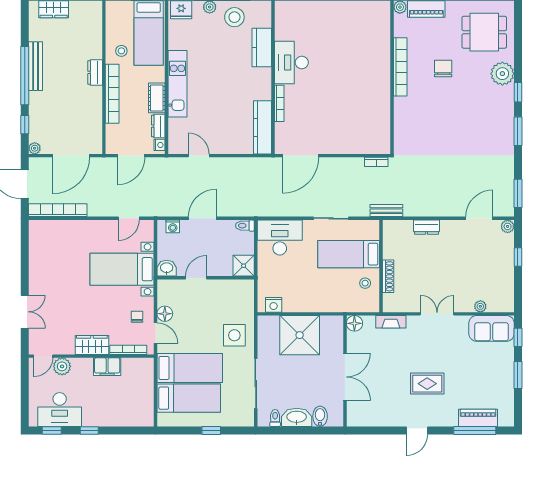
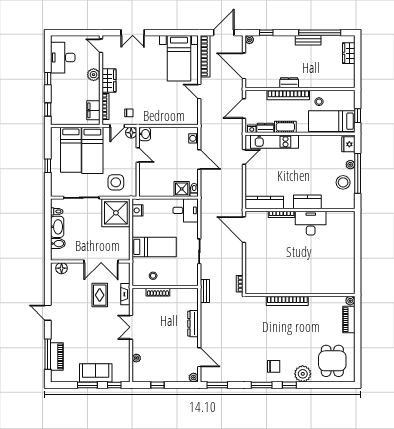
kitchen counter: (262, 48) -> (307, 202), moved
bench: (36, 66) -> (308, 40), width x0.73
bookcase: (400, 67) -> (287, 301), moved
chair: (443, 68) -> (274, 366), moved
dresser: (95, 72) -> (289, 83), moved
window: (25, 76) -> (320, 33), moved
kitchen unit: (177, 84) -> (274, 142), moved
door: (131, 156) -> (244, 108), hinge flipped
door: (129, 218) -> (199, 91), moved
dresser: (427, 227) -> (193, 324), width x1.44
desk: (280, 238) -> (186, 210), width x0.73
bed: (349, 254) -> (154, 247), moved, turned 90
window: (518, 257) -> (157, 385), moved
shower: (244, 266) -> (182, 189), moved
washbasin: (167, 268) -> (145, 134), moved
bed with nightstands: (122, 269) -> (179, 58), moved, turned 180
door: (196, 278) -> (138, 155), moved
wall: (206, 278) -> (138, 162), moved
double door: (437, 314) -> (131, 327), swing flipped
floor lamp: (354, 323) -> (62, 268), moved
sofa: (492, 328) -> (96, 373), moved, turned 90
shower: (300, 335) -> (116, 213), moved
plant: (62, 366) -> (94, 75), moved
filing cabinet: (107, 367) -> (93, 110), moved
double door: (345, 377) -> (101, 261), moved
rug: (427, 384) -> (100, 295), moved
window: (52, 430) -> (48, 110), moved

